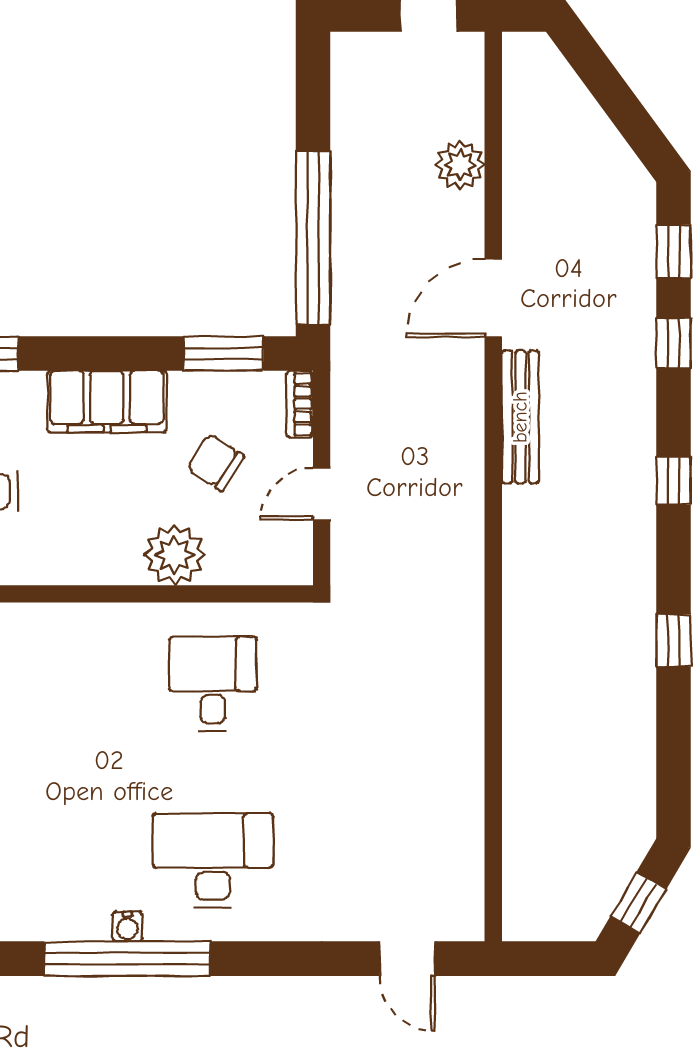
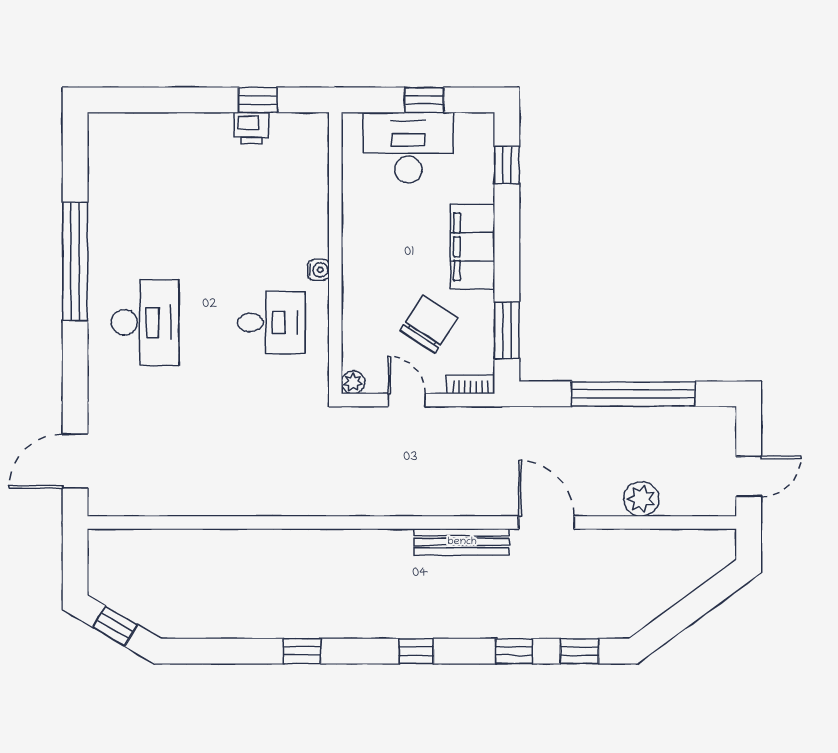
window: (313, 238) -> (633, 394), moved
chair: (216, 463) -> (429, 324), width x1.37, depth x1.37
plant: (174, 555) -> (353, 382), moved, width x0.53, depth x0.53
water cooler: (127, 927) -> (319, 270), moved, turned 180
door: (407, 959) -> (75, 461), width x1.38

